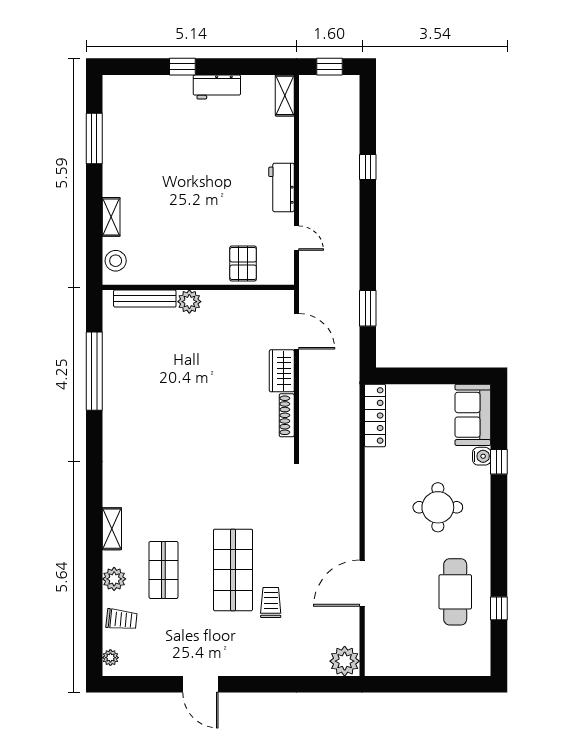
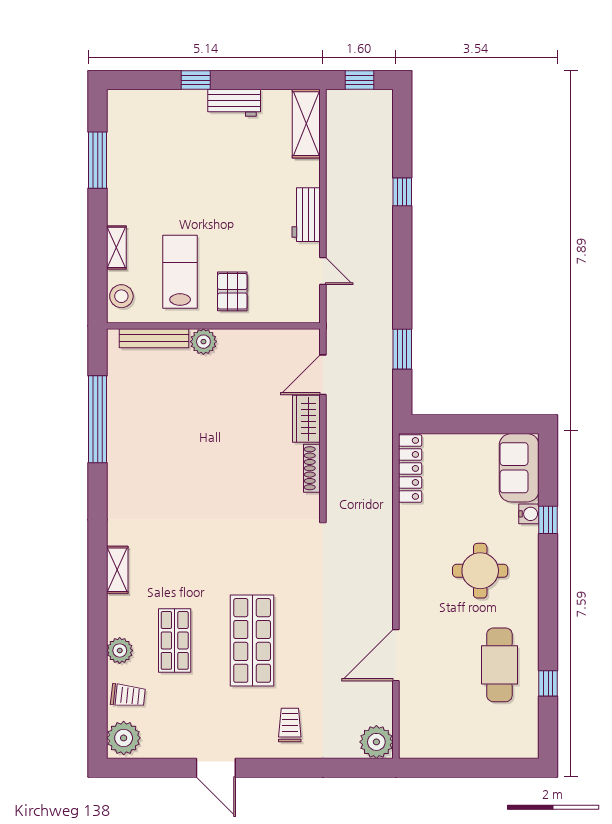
shelving: (285, 95) -> (306, 124), width x1.50, depth x1.33
lab bench: (168, 239) -> (180, 272), added
pallet: (243, 263) -> (232, 291), moved
door: (297, 331) -> (323, 375), swing flipped
shelving: (112, 529) -> (117, 570), moved
trolley: (271, 603) -> (290, 725), moved
plant: (110, 658) -> (124, 738), width x1.88, depth x1.88

